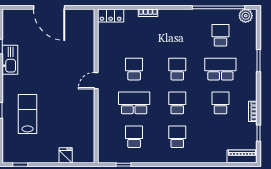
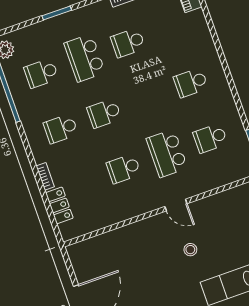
locker: (111, 15) -> (59, 205), moved
door: (96, 81) -> (176, 205), moved
stool: (62, 96) -> (190, 250), added
school desk: (177, 103) -> (61, 129), moved

